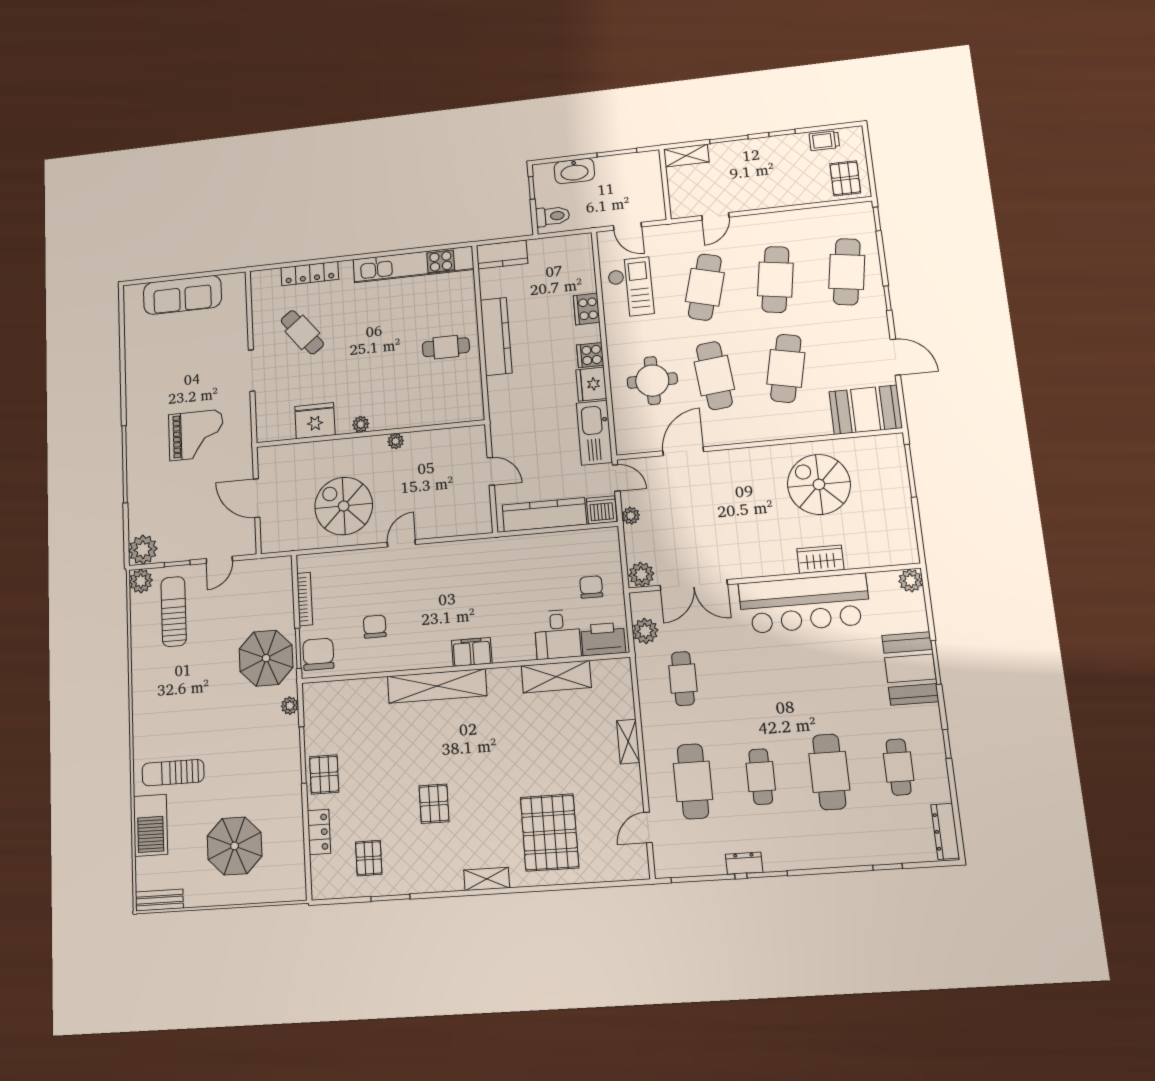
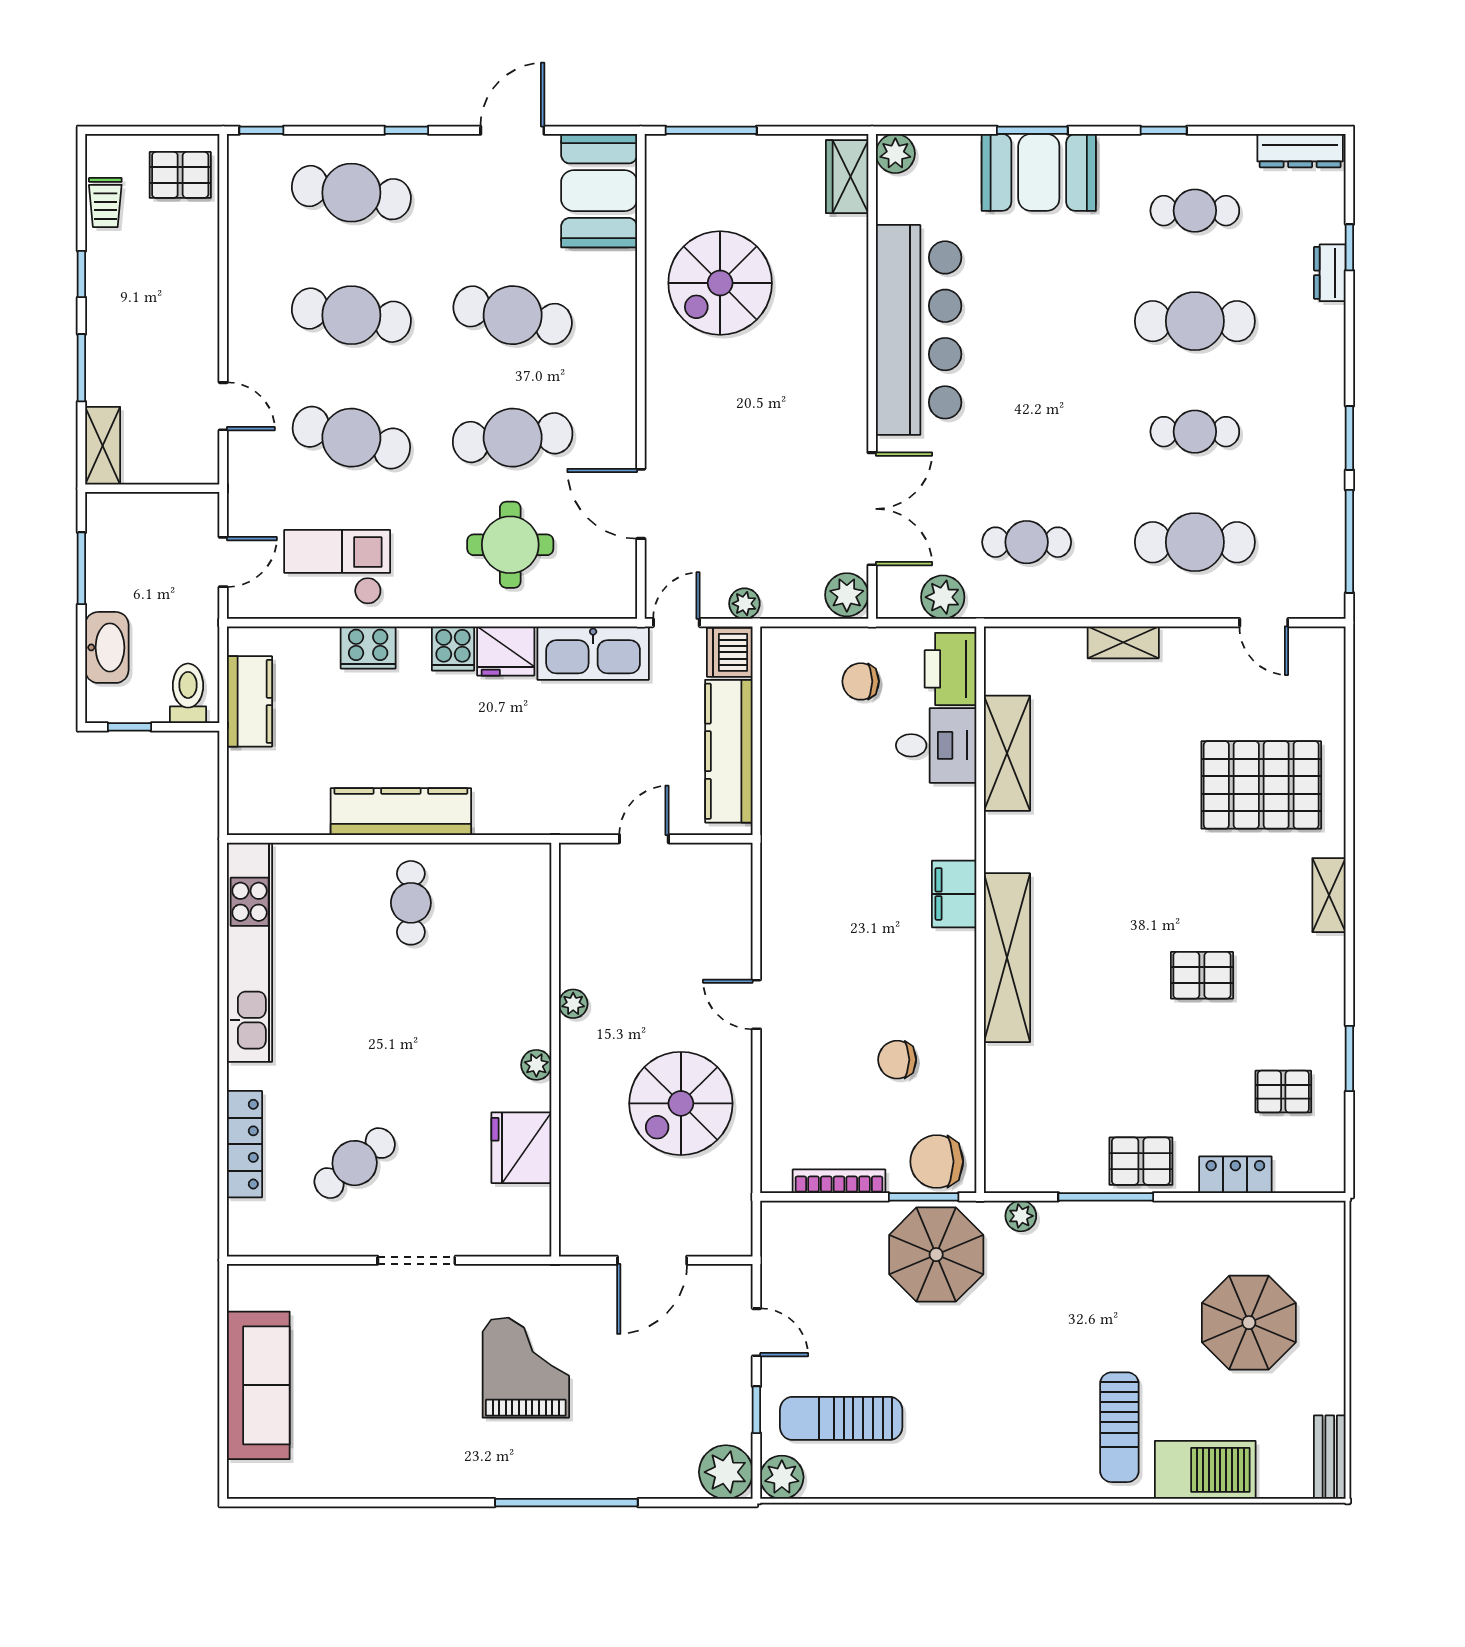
kitchen counter: (502, 254) -> (249, 701), moved
wardrobe: (820, 559) -> (847, 177), moved
dresser: (744, 863) -> (1330, 273), moved

